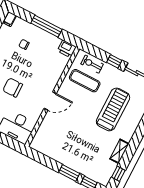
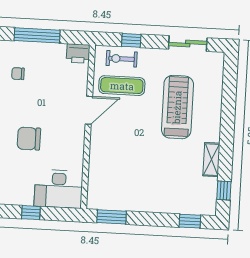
window: (114, 61) -> (131, 40), moved
door: (50, 101) -> (89, 110), moved
window: (69, 173) -> (112, 217), moved

